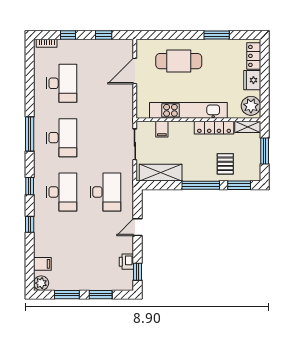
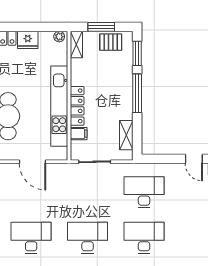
door: (135, 71) -> (33, 162), moved
plant: (251, 106) -> (59, 37), width x0.53, depth x0.53
locker: (214, 128) -> (77, 106), moved
pallet: (225, 164) -> (111, 42), moved
shelving: (161, 173) -> (126, 135), width x0.67, depth x0.75
door: (138, 227) -> (194, 159), moved

